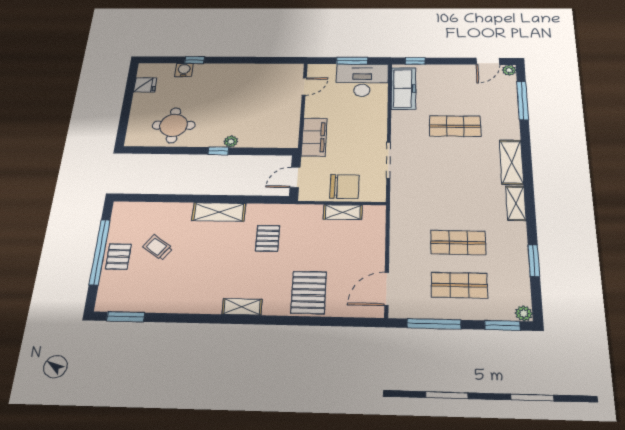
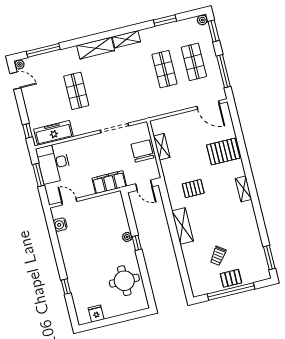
water cooler: (184, 70) -> (60, 225), moved

